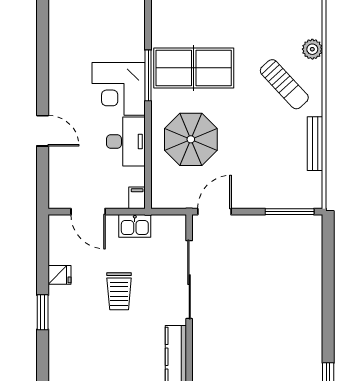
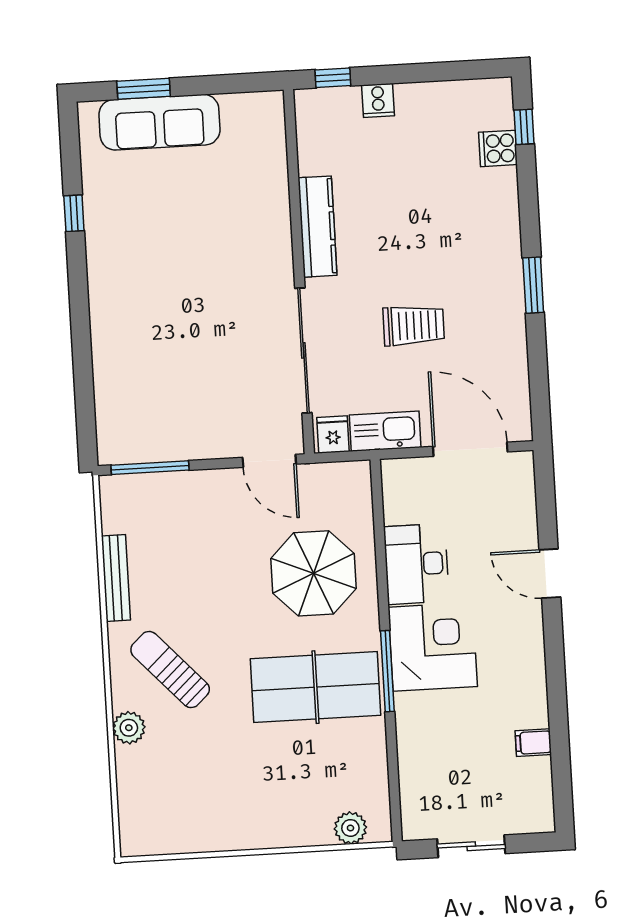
filing cabinet: (137, 198) -> (533, 743), moved, turned 90
door: (88, 212) -> (470, 449), width x1.36
door: (214, 212) -> (269, 461), hinge flipped
kitchen sink: (135, 226) -> (385, 431), width x1.38
fridge: (60, 275) -> (333, 435), moved, turned 90
trolley: (119, 291) -> (414, 325), turned 90

